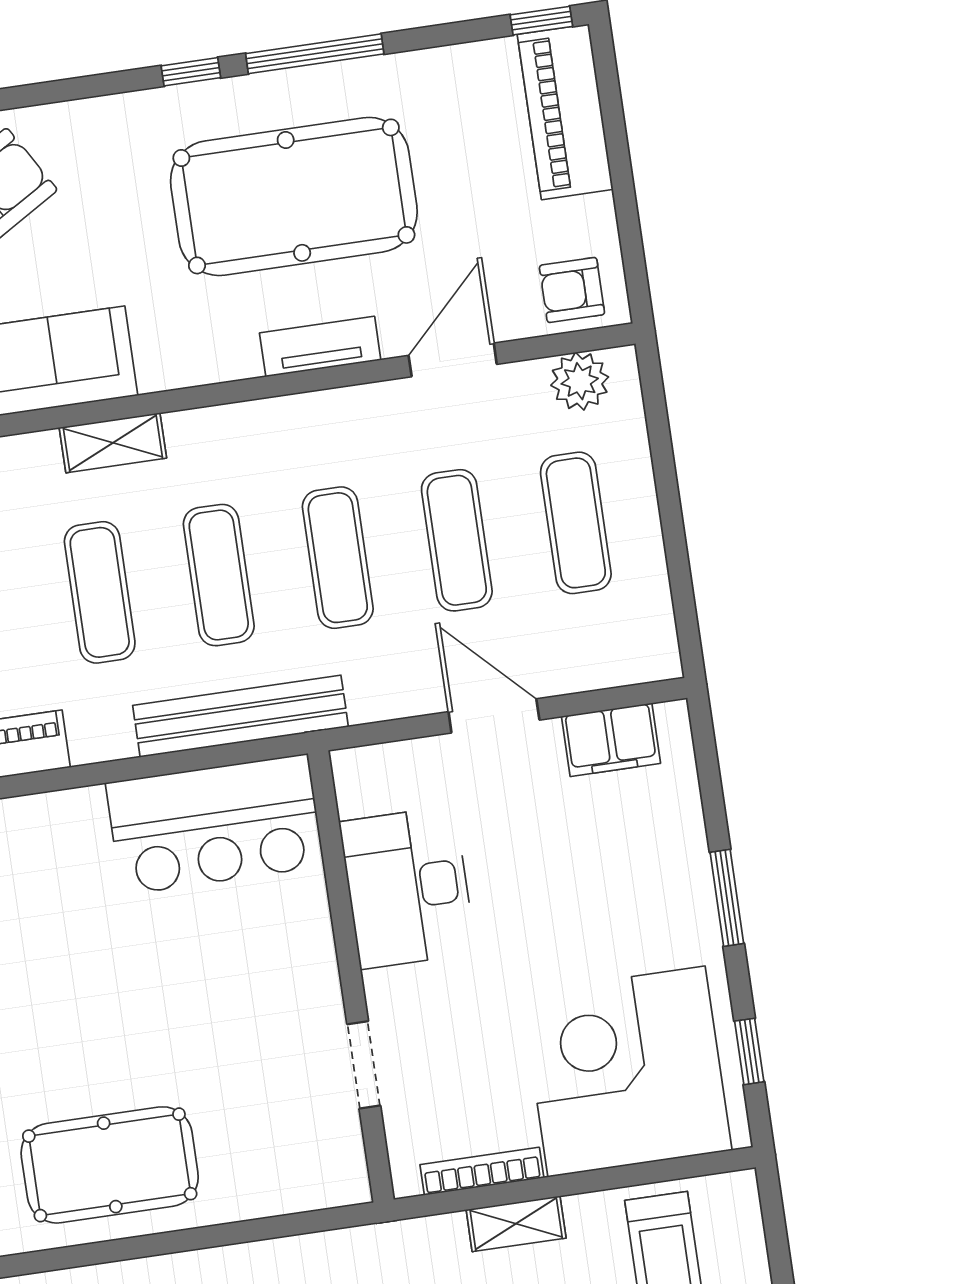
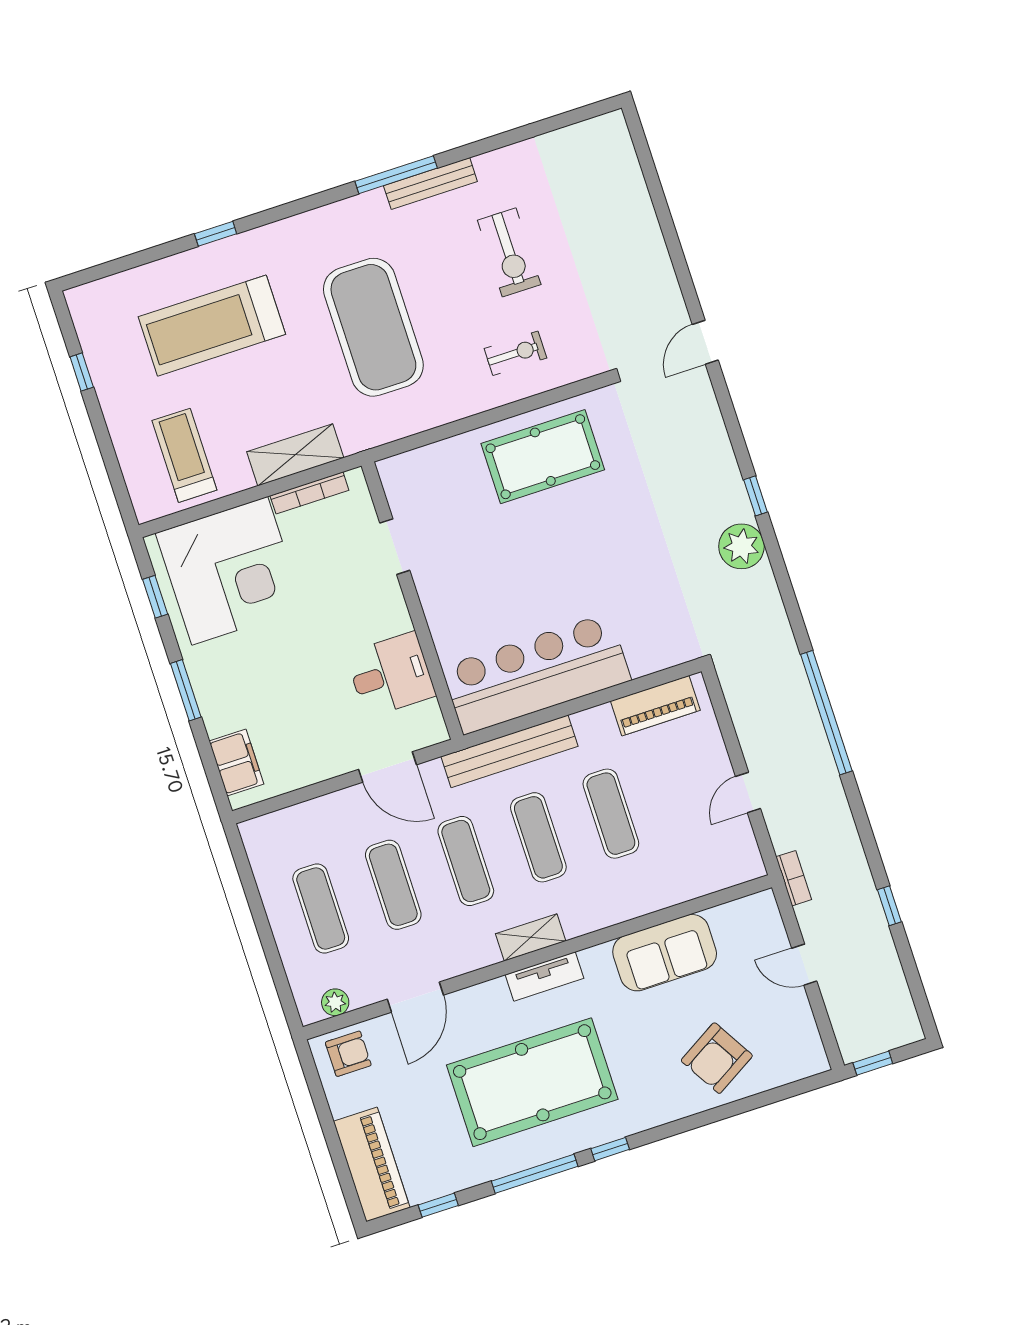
window: (541, 21) -> (438, 1205), moved
tv unit: (320, 347) -> (545, 976), moved
plant: (580, 381) -> (335, 1002), width x0.73, depth x0.73
shelving: (113, 443) -> (531, 937), moved
door: (494, 716) -> (387, 767), moved
filing cabinet: (611, 740) -> (236, 762), moved, turned 90
bar counter: (215, 824) -> (536, 674), width x1.36
desk: (407, 887) -> (391, 675), width x0.73
shelving: (516, 1224) -> (295, 455), width x1.50, depth x1.33

